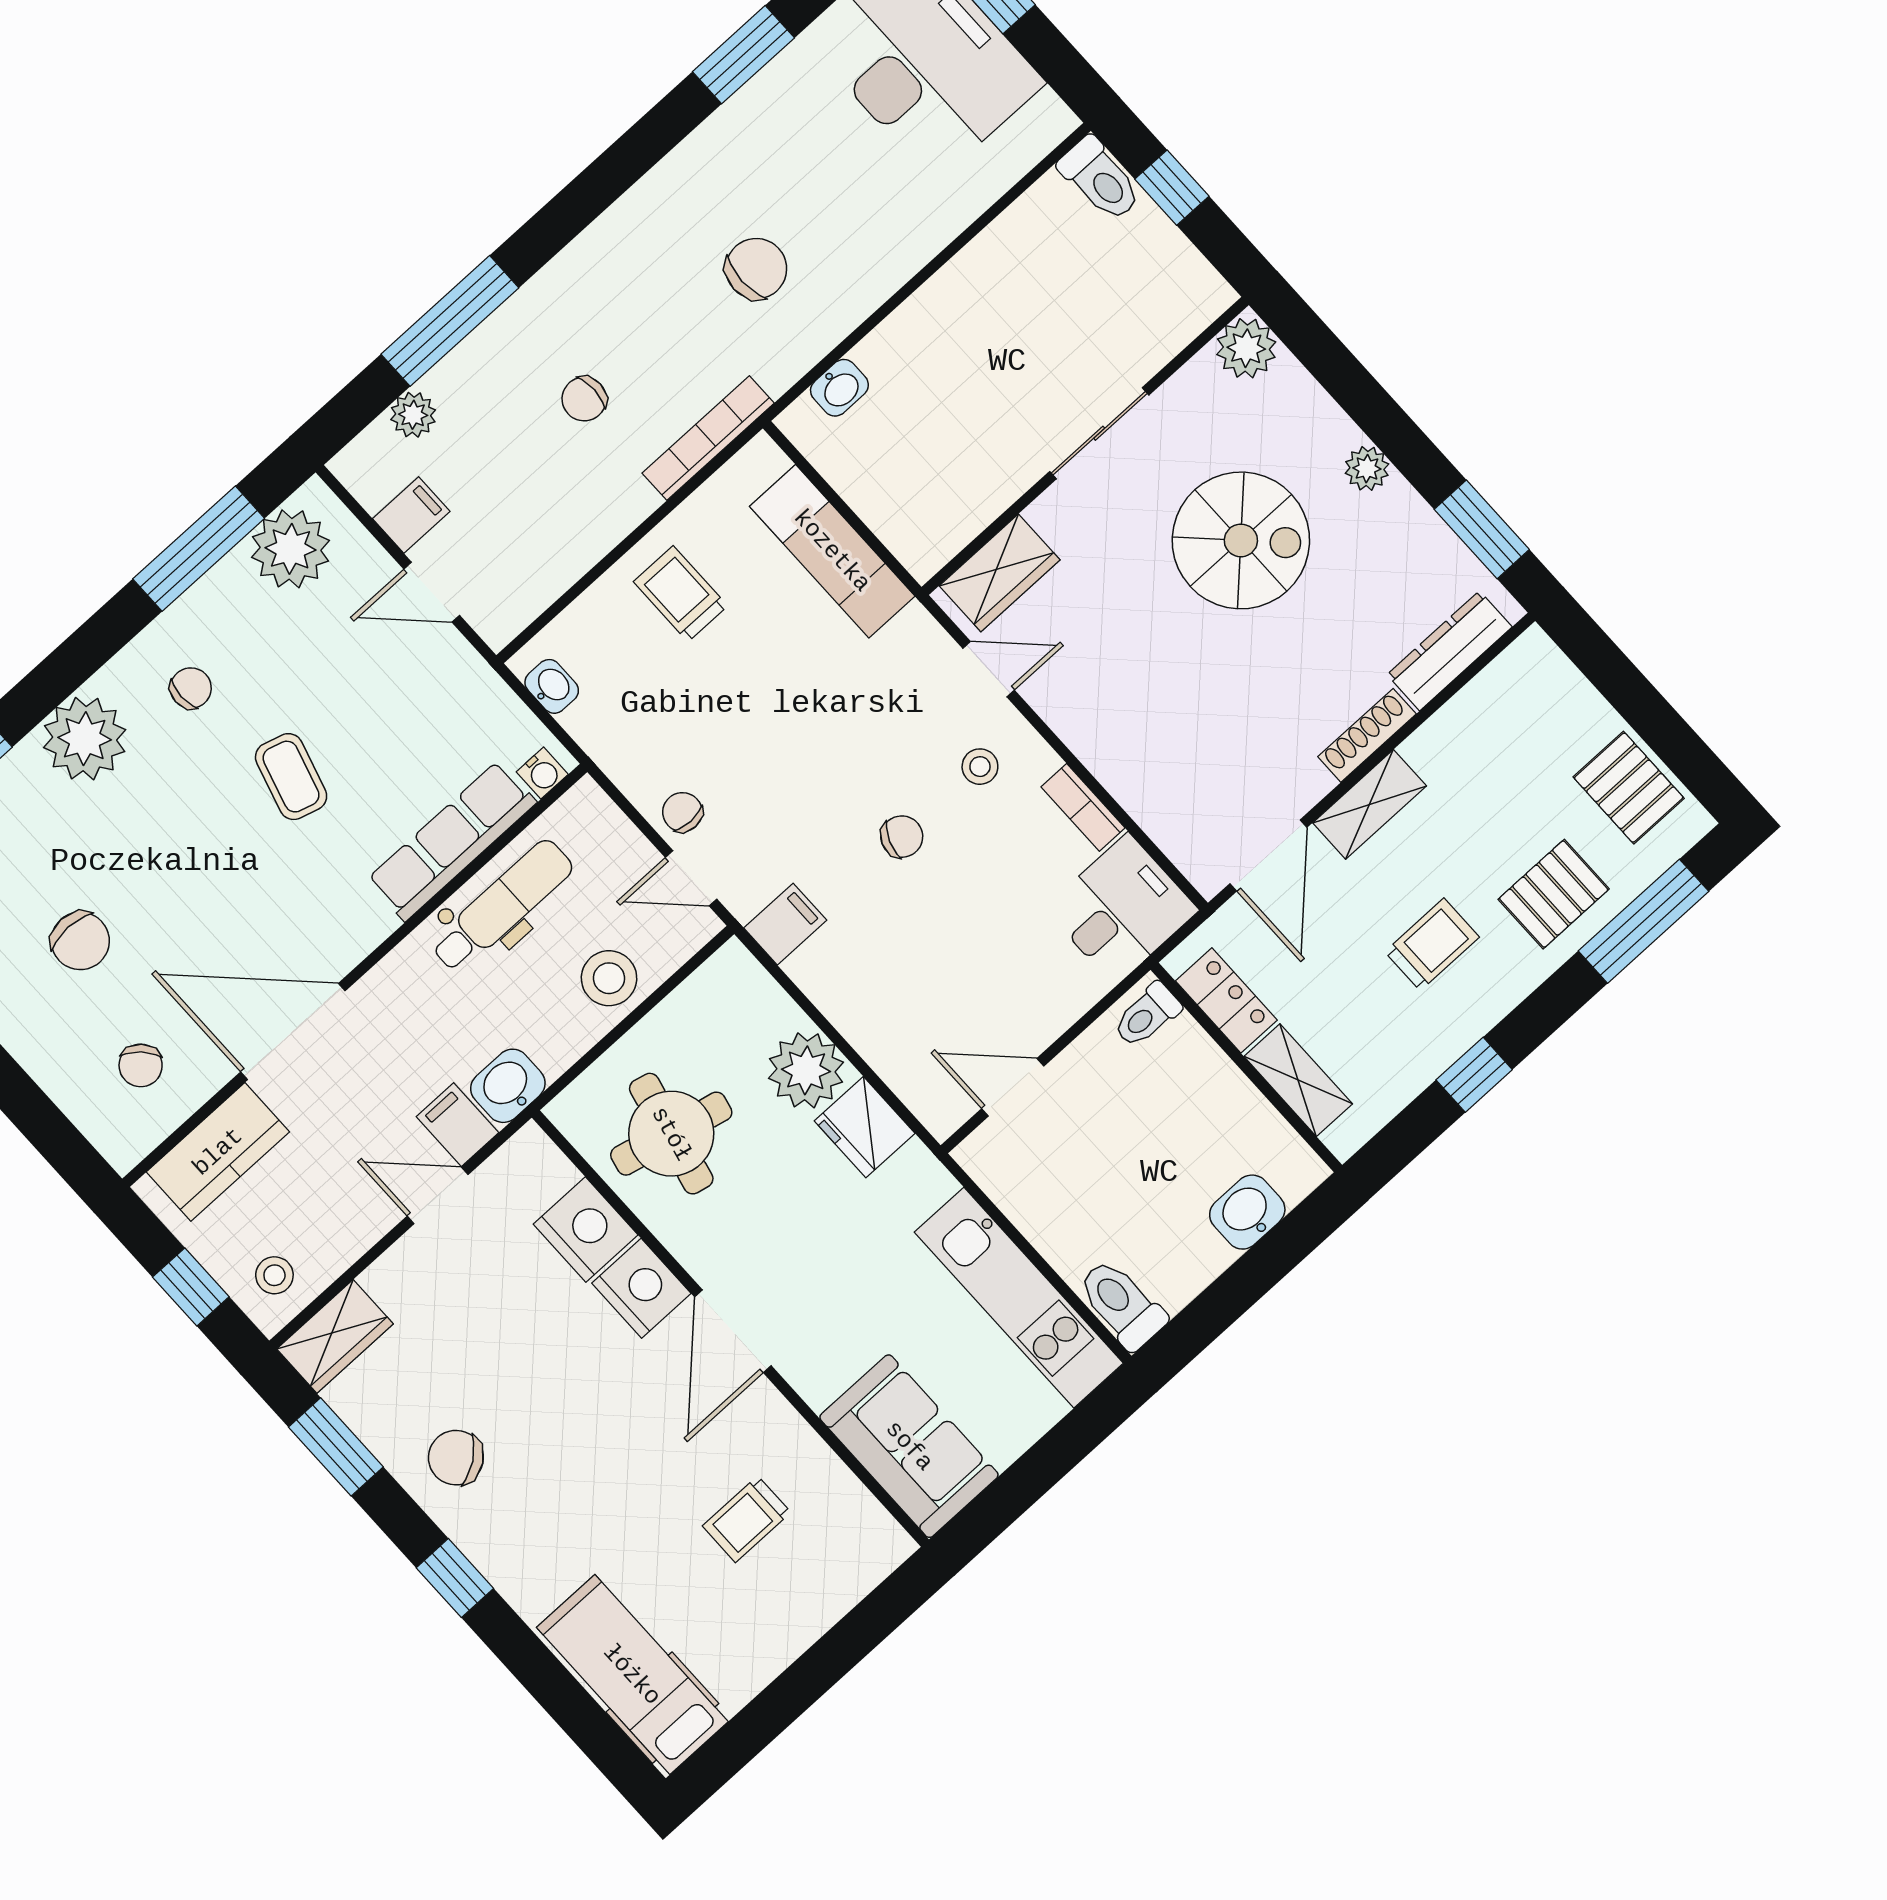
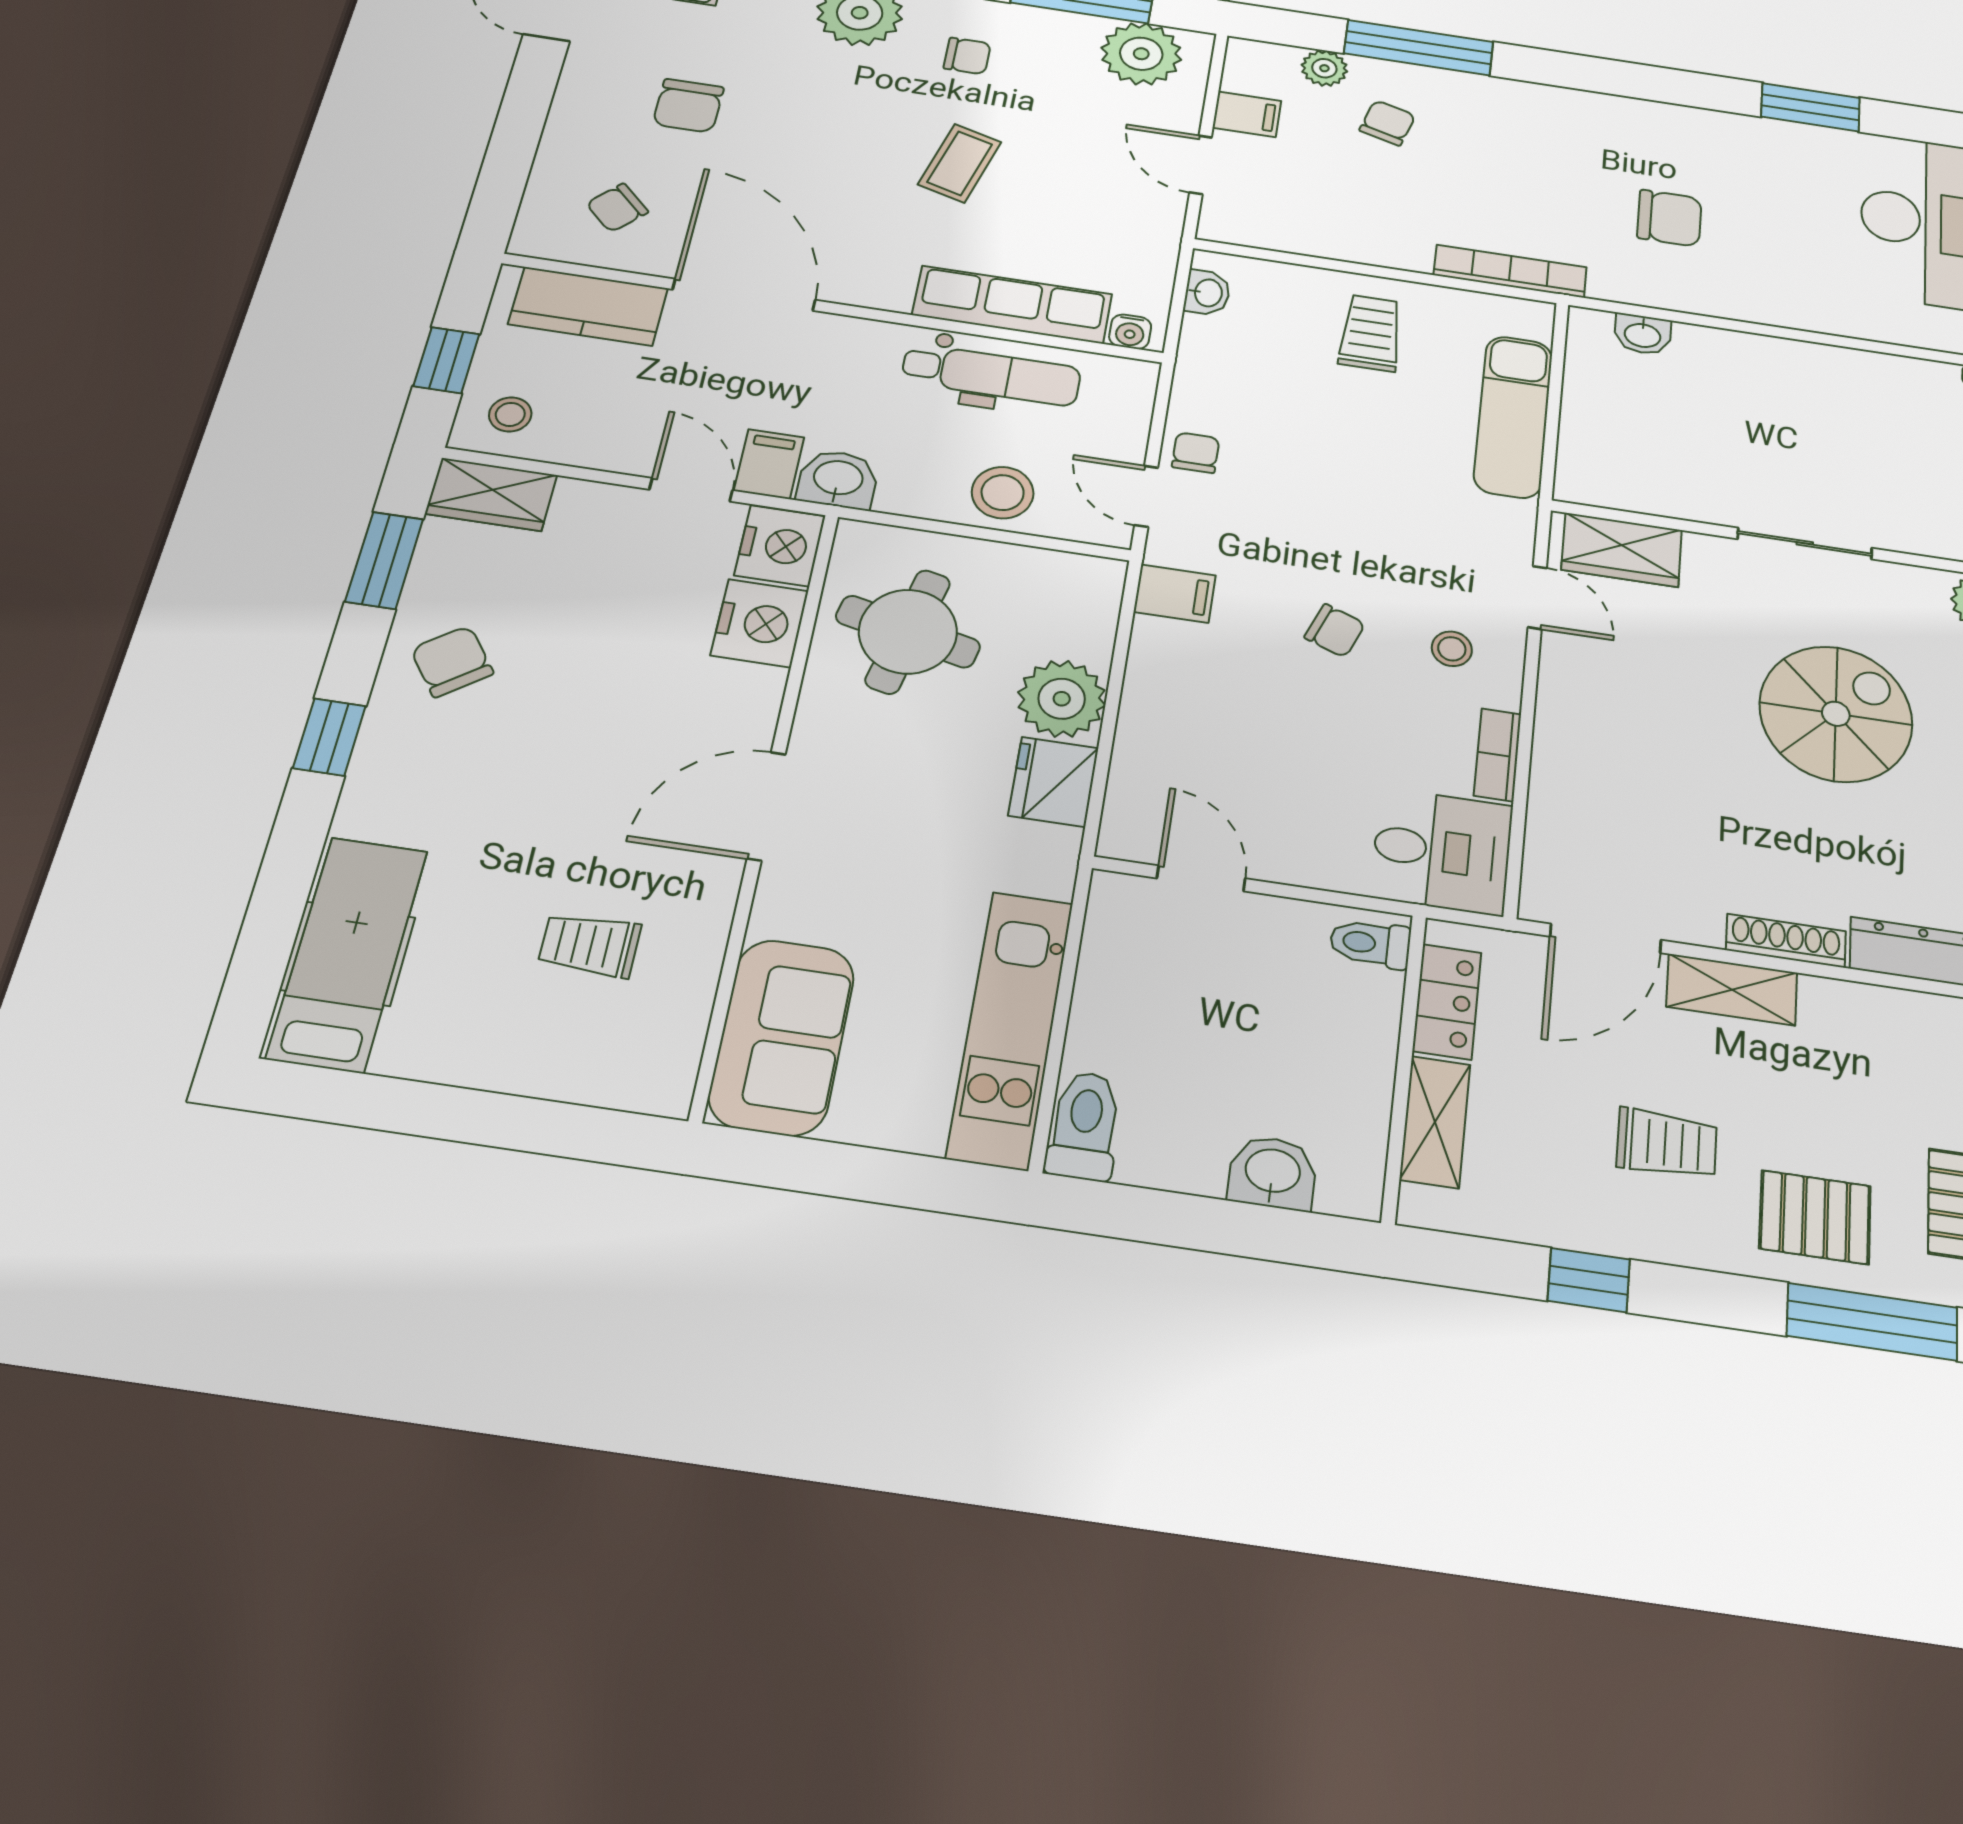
chair: (584, 399) -> (1387, 123), moved, turned 106
spiral stairs: (1241, 540) -> (1836, 714), turned -90
nightstand: (641, 1288) -> (780, 546), moved

